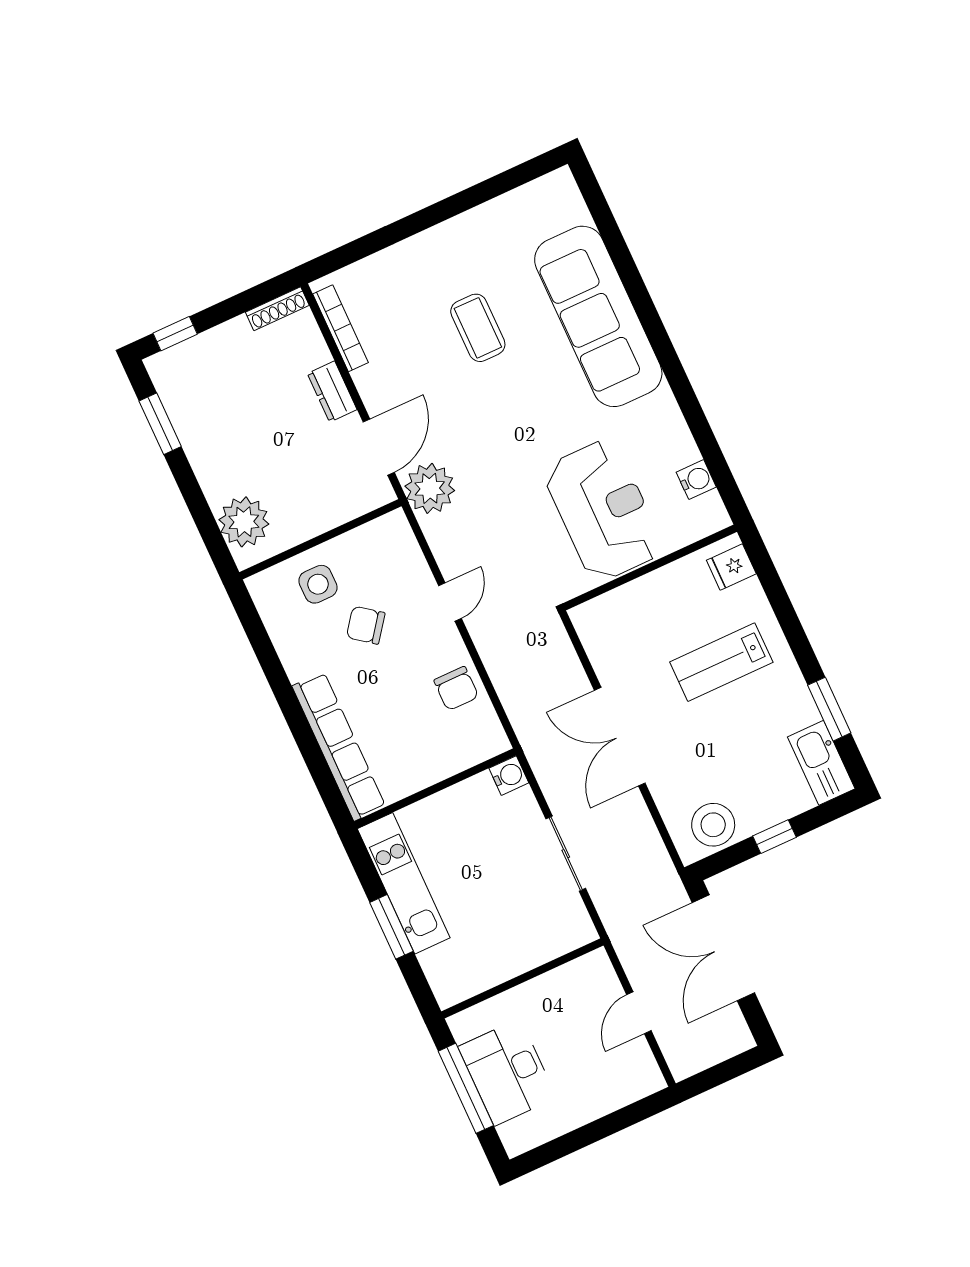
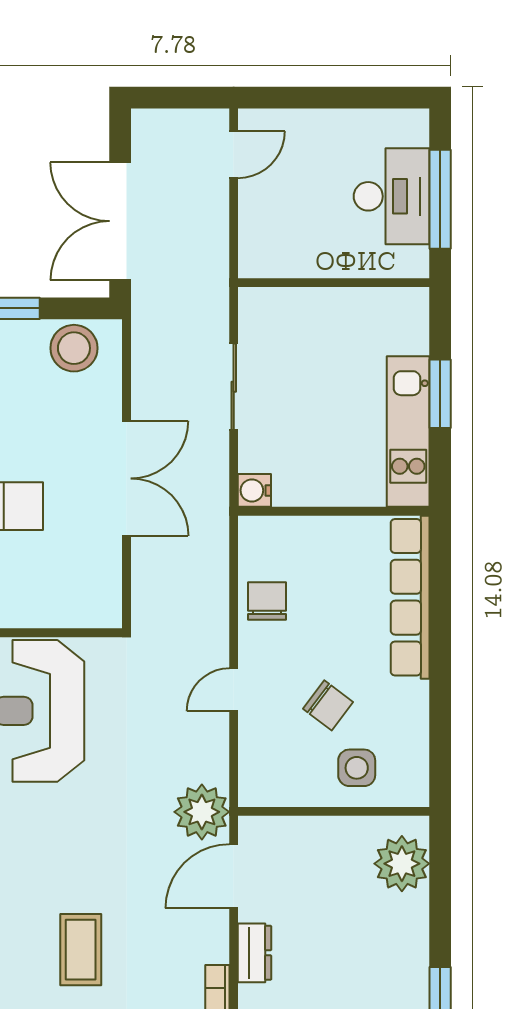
double door: (723, 948) -> (120, 221), swing flipped
door: (639, 1013) -> (234, 155), moved

